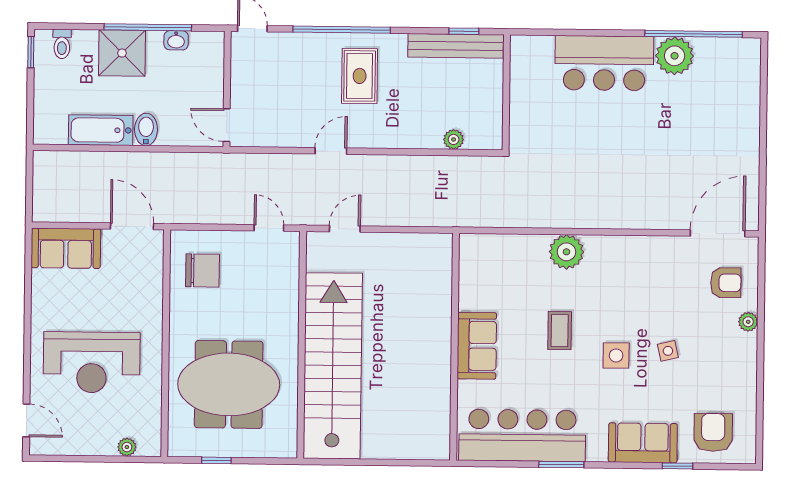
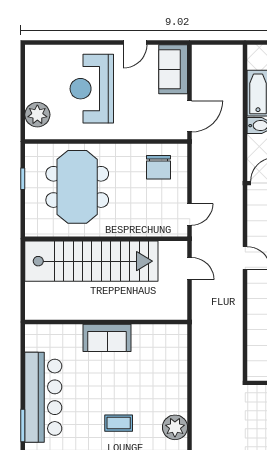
plant: (454, 139) -> (254, 346), removed
sofa: (477, 346) -> (107, 338), moved
wall: (455, 347) -> (106, 322), moved
door: (26, 420) -> (135, 43), moved
plant: (127, 447) -> (37, 115), width x1.87, depth x1.87

